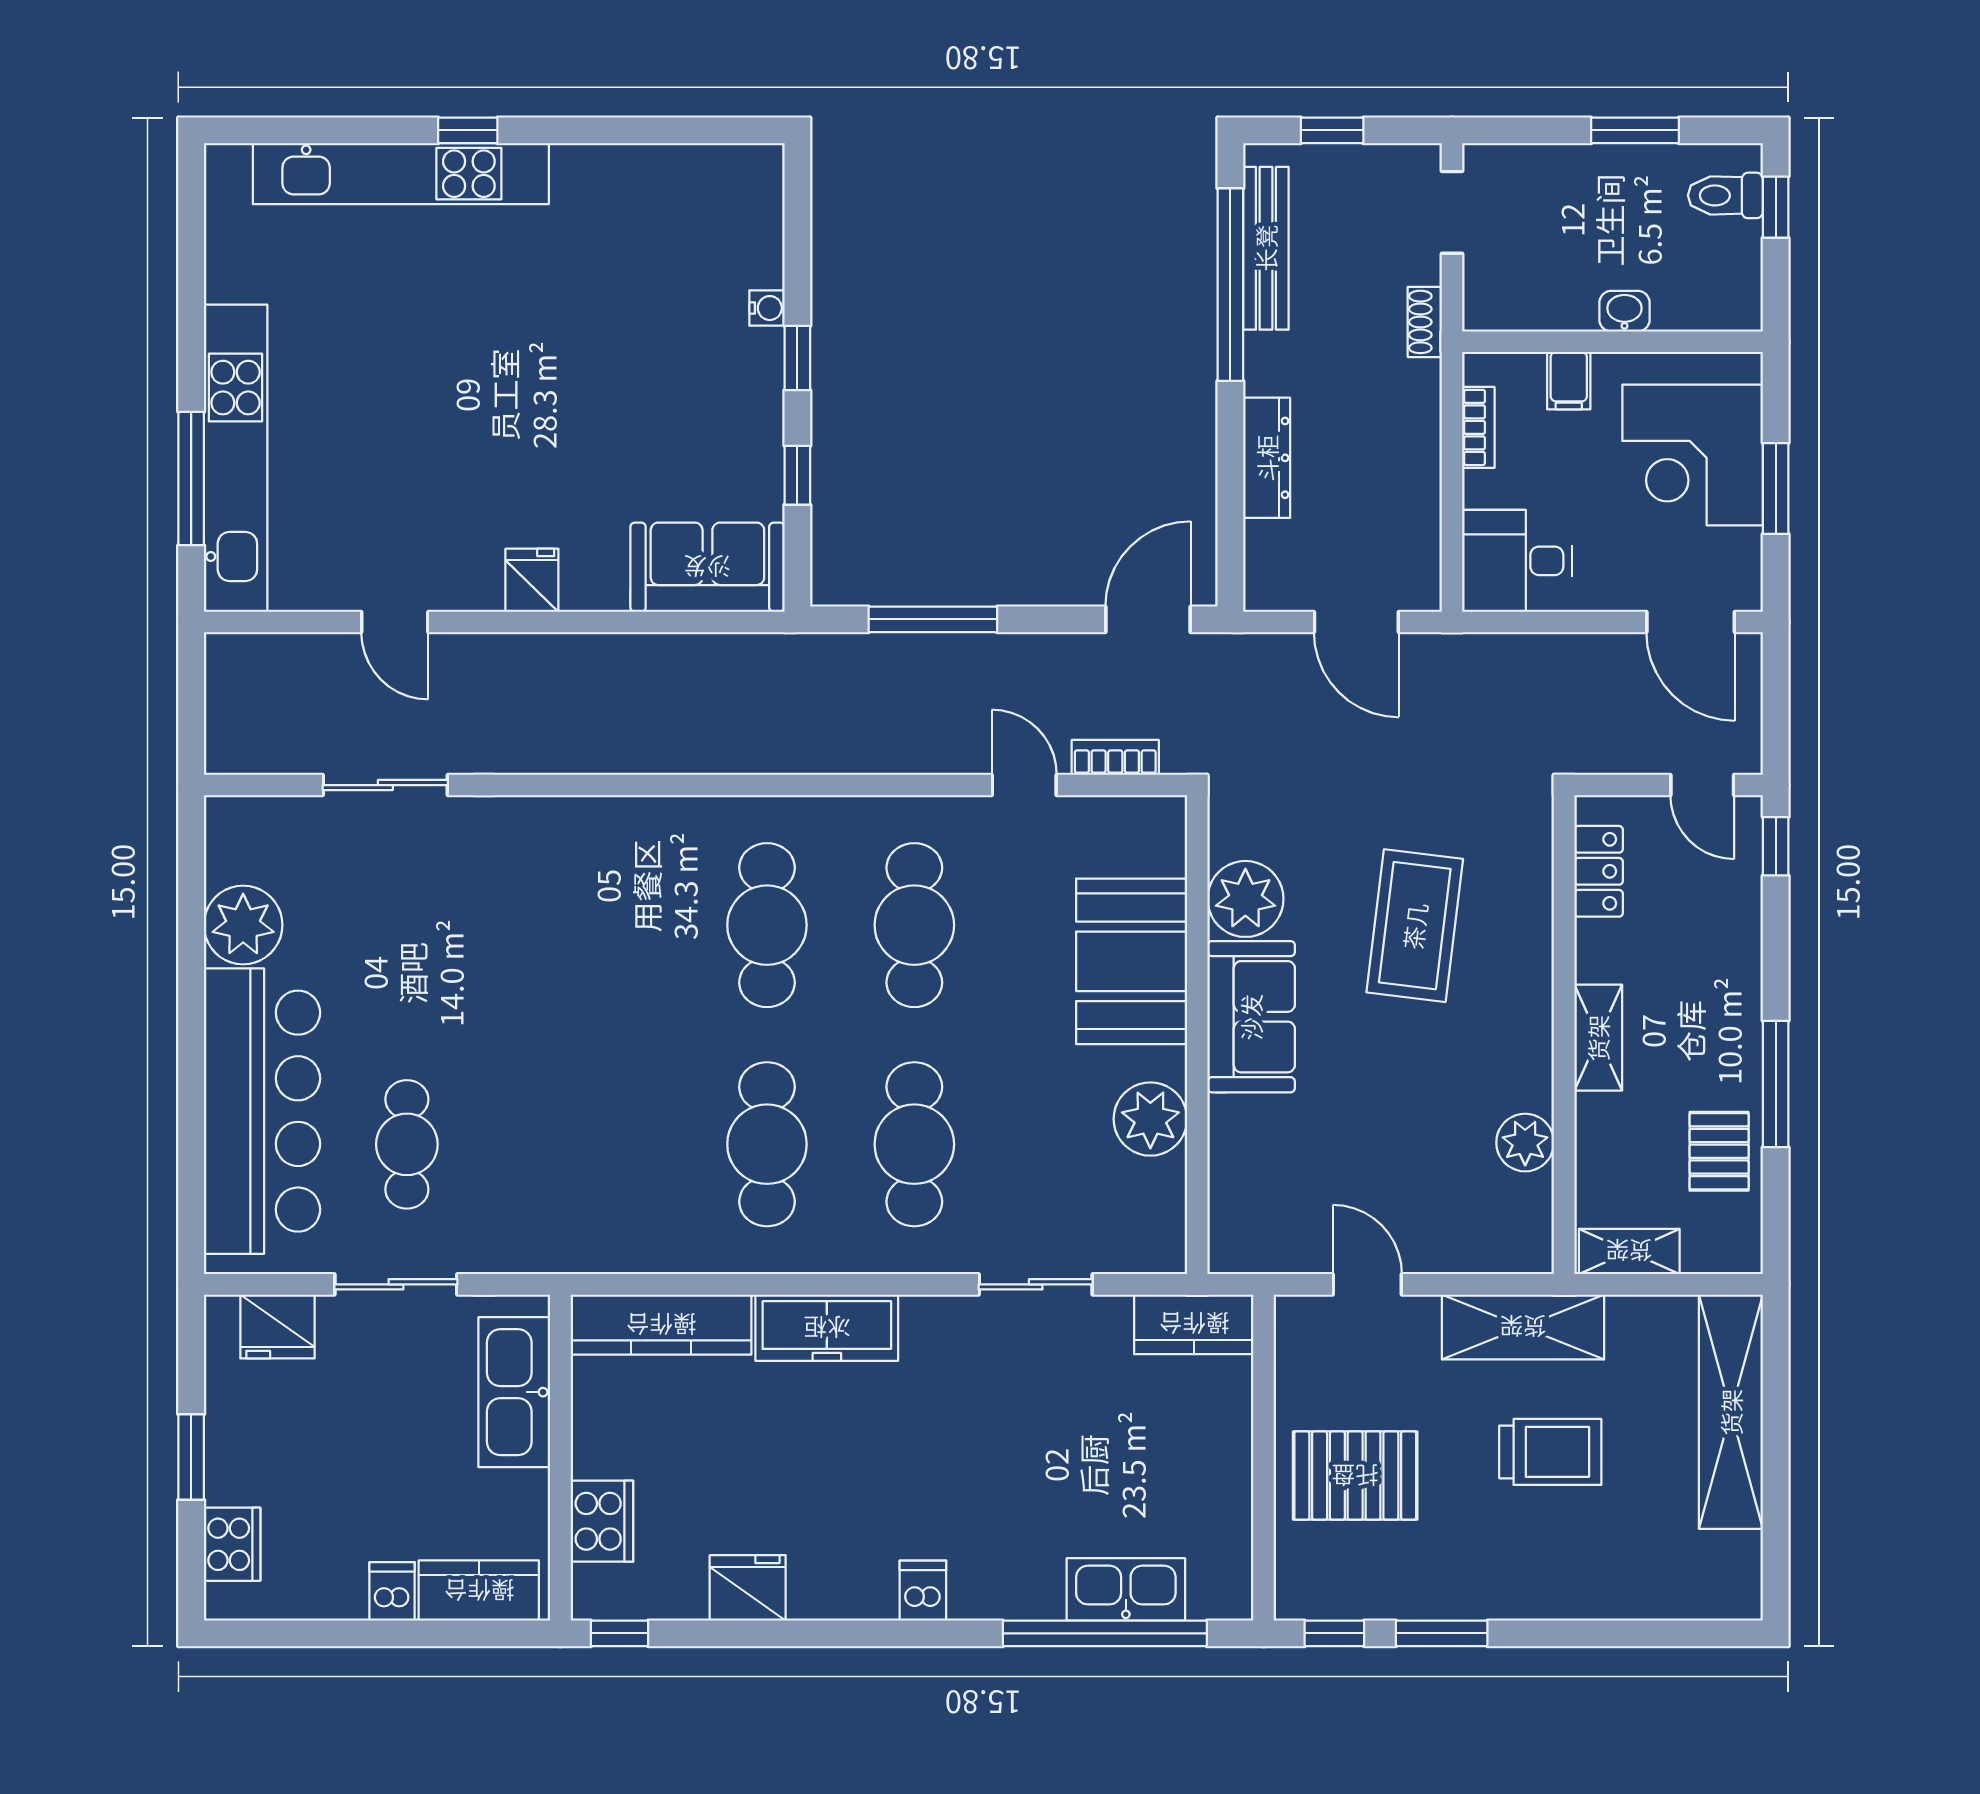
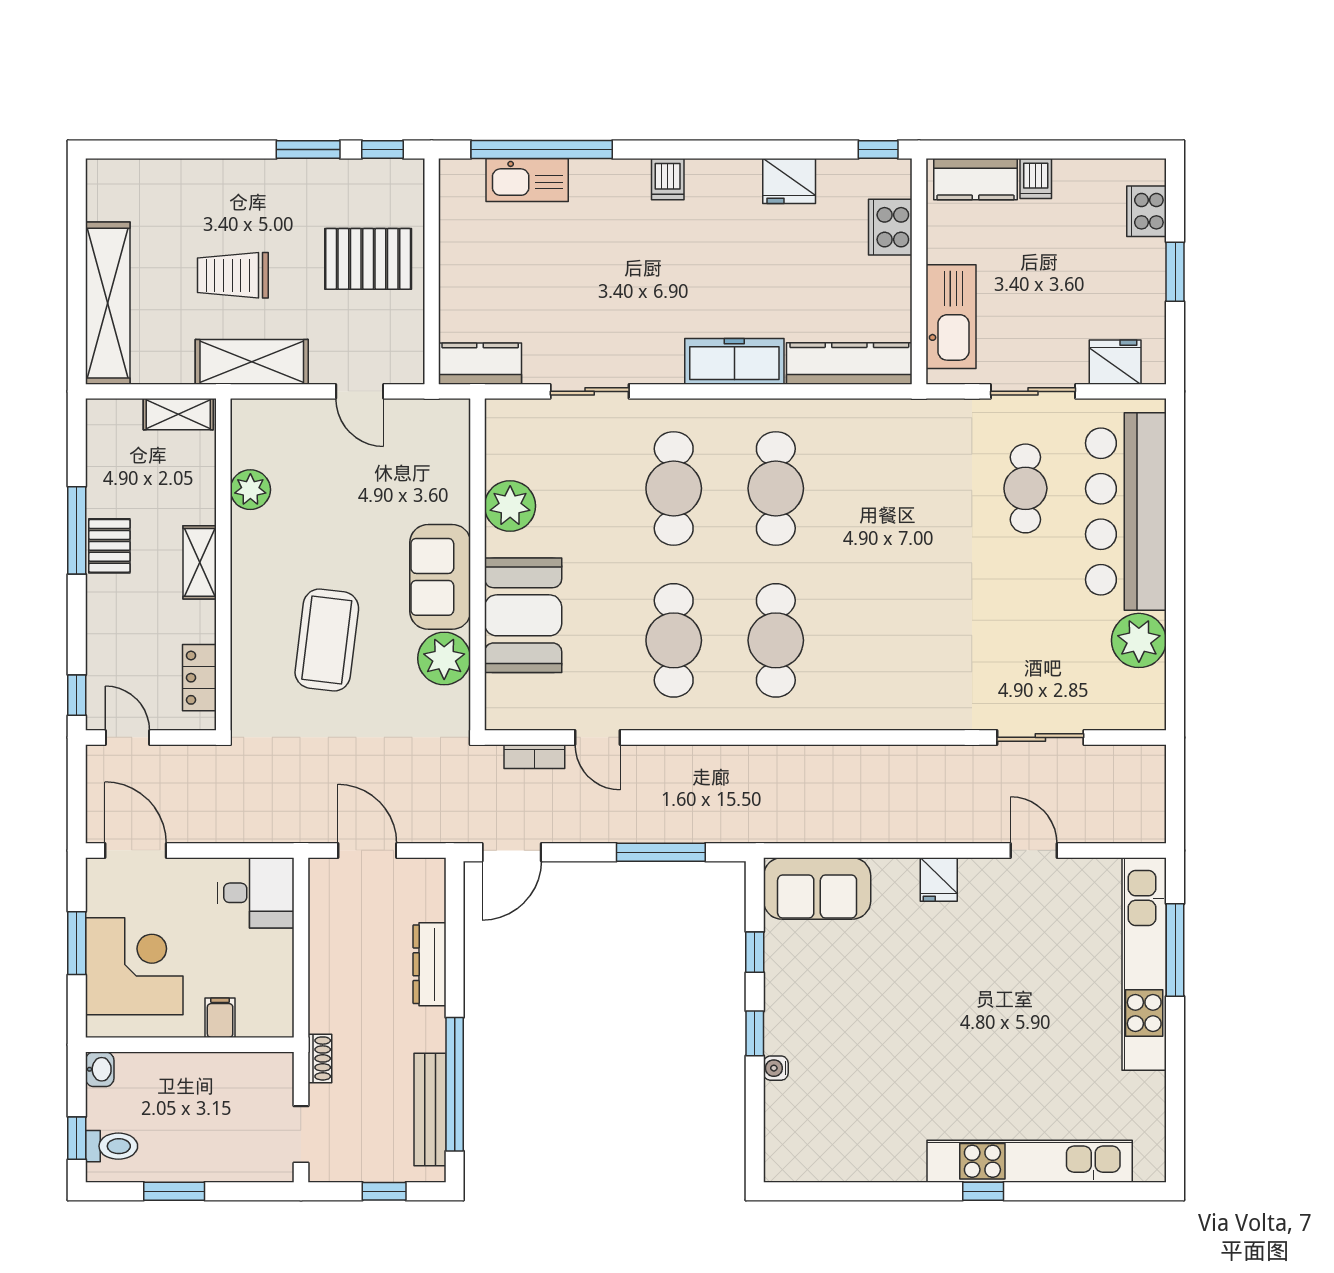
washbasin: (1624, 311) -> (100, 1069), moved, turned -90
bookcase: (1478, 427) -> (283, 985), removed
pallet: (1719, 1151) -> (109, 546), moved

